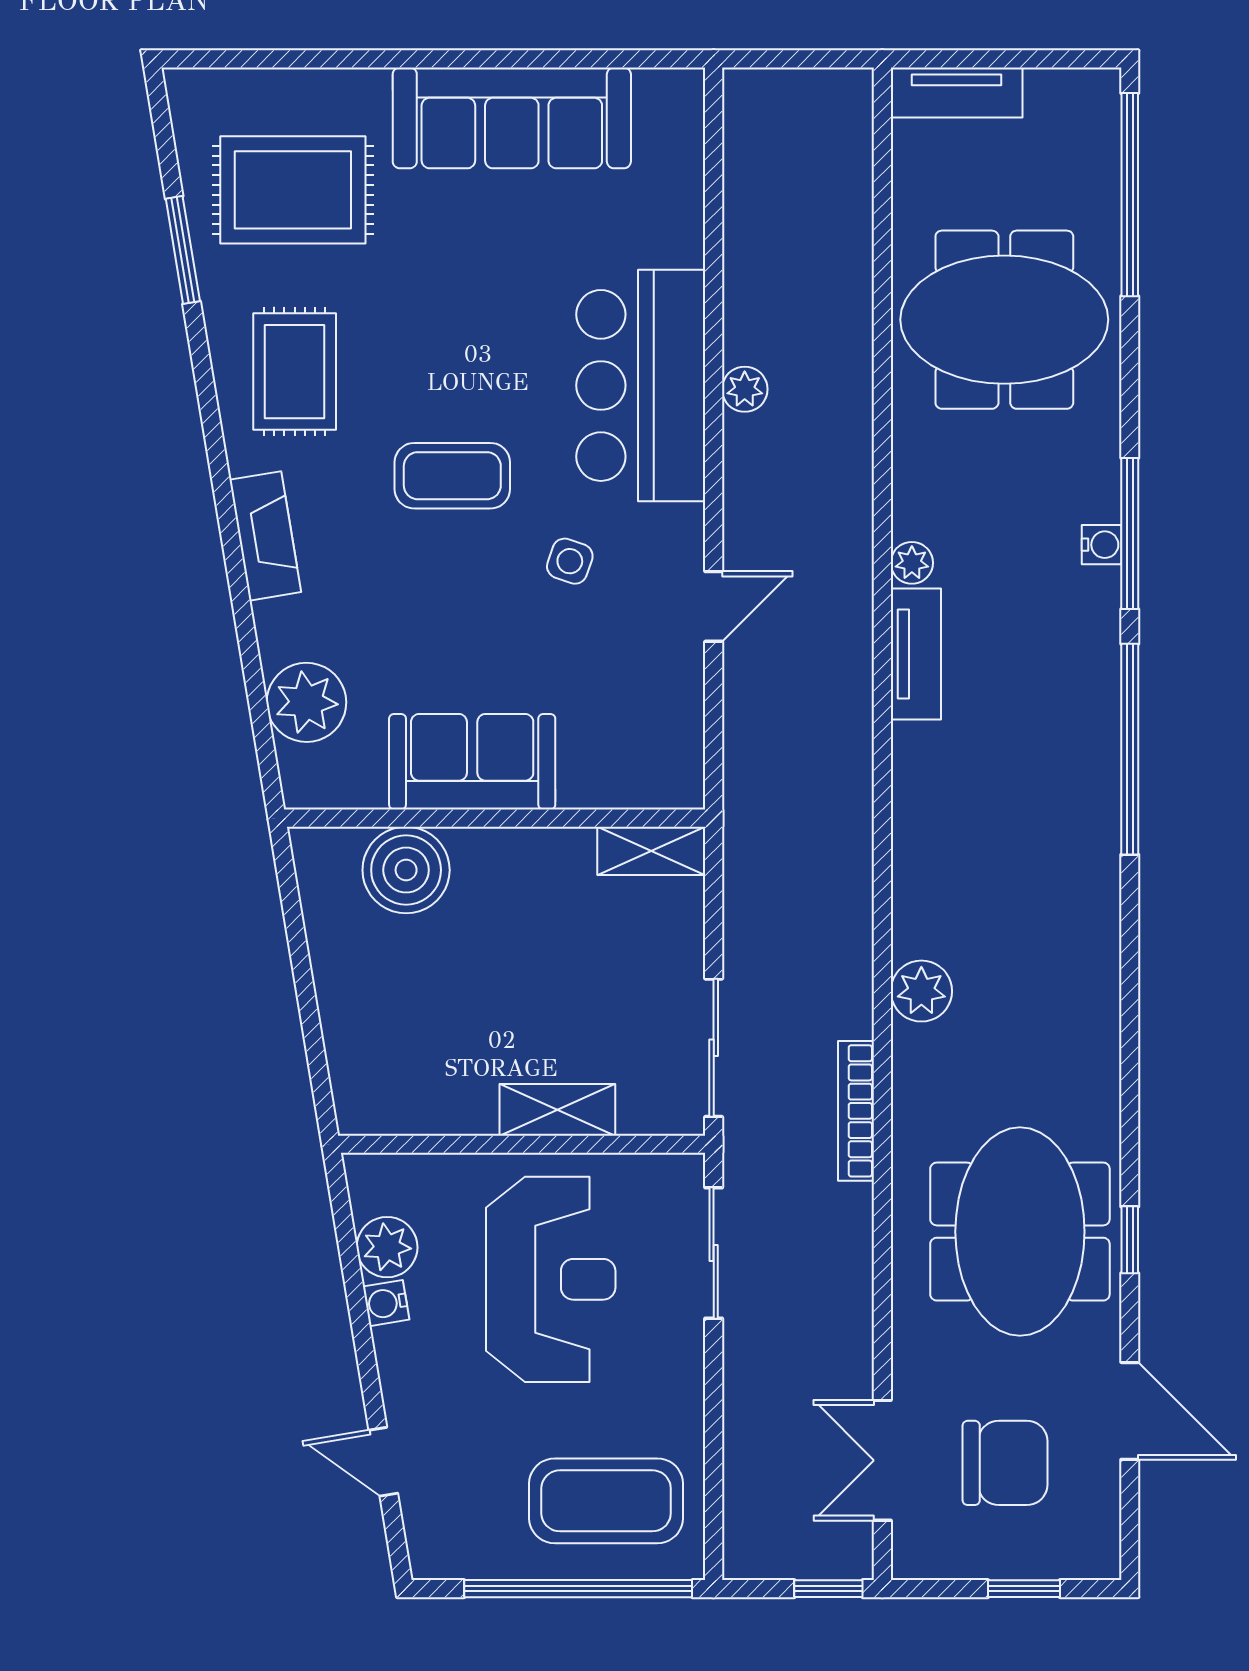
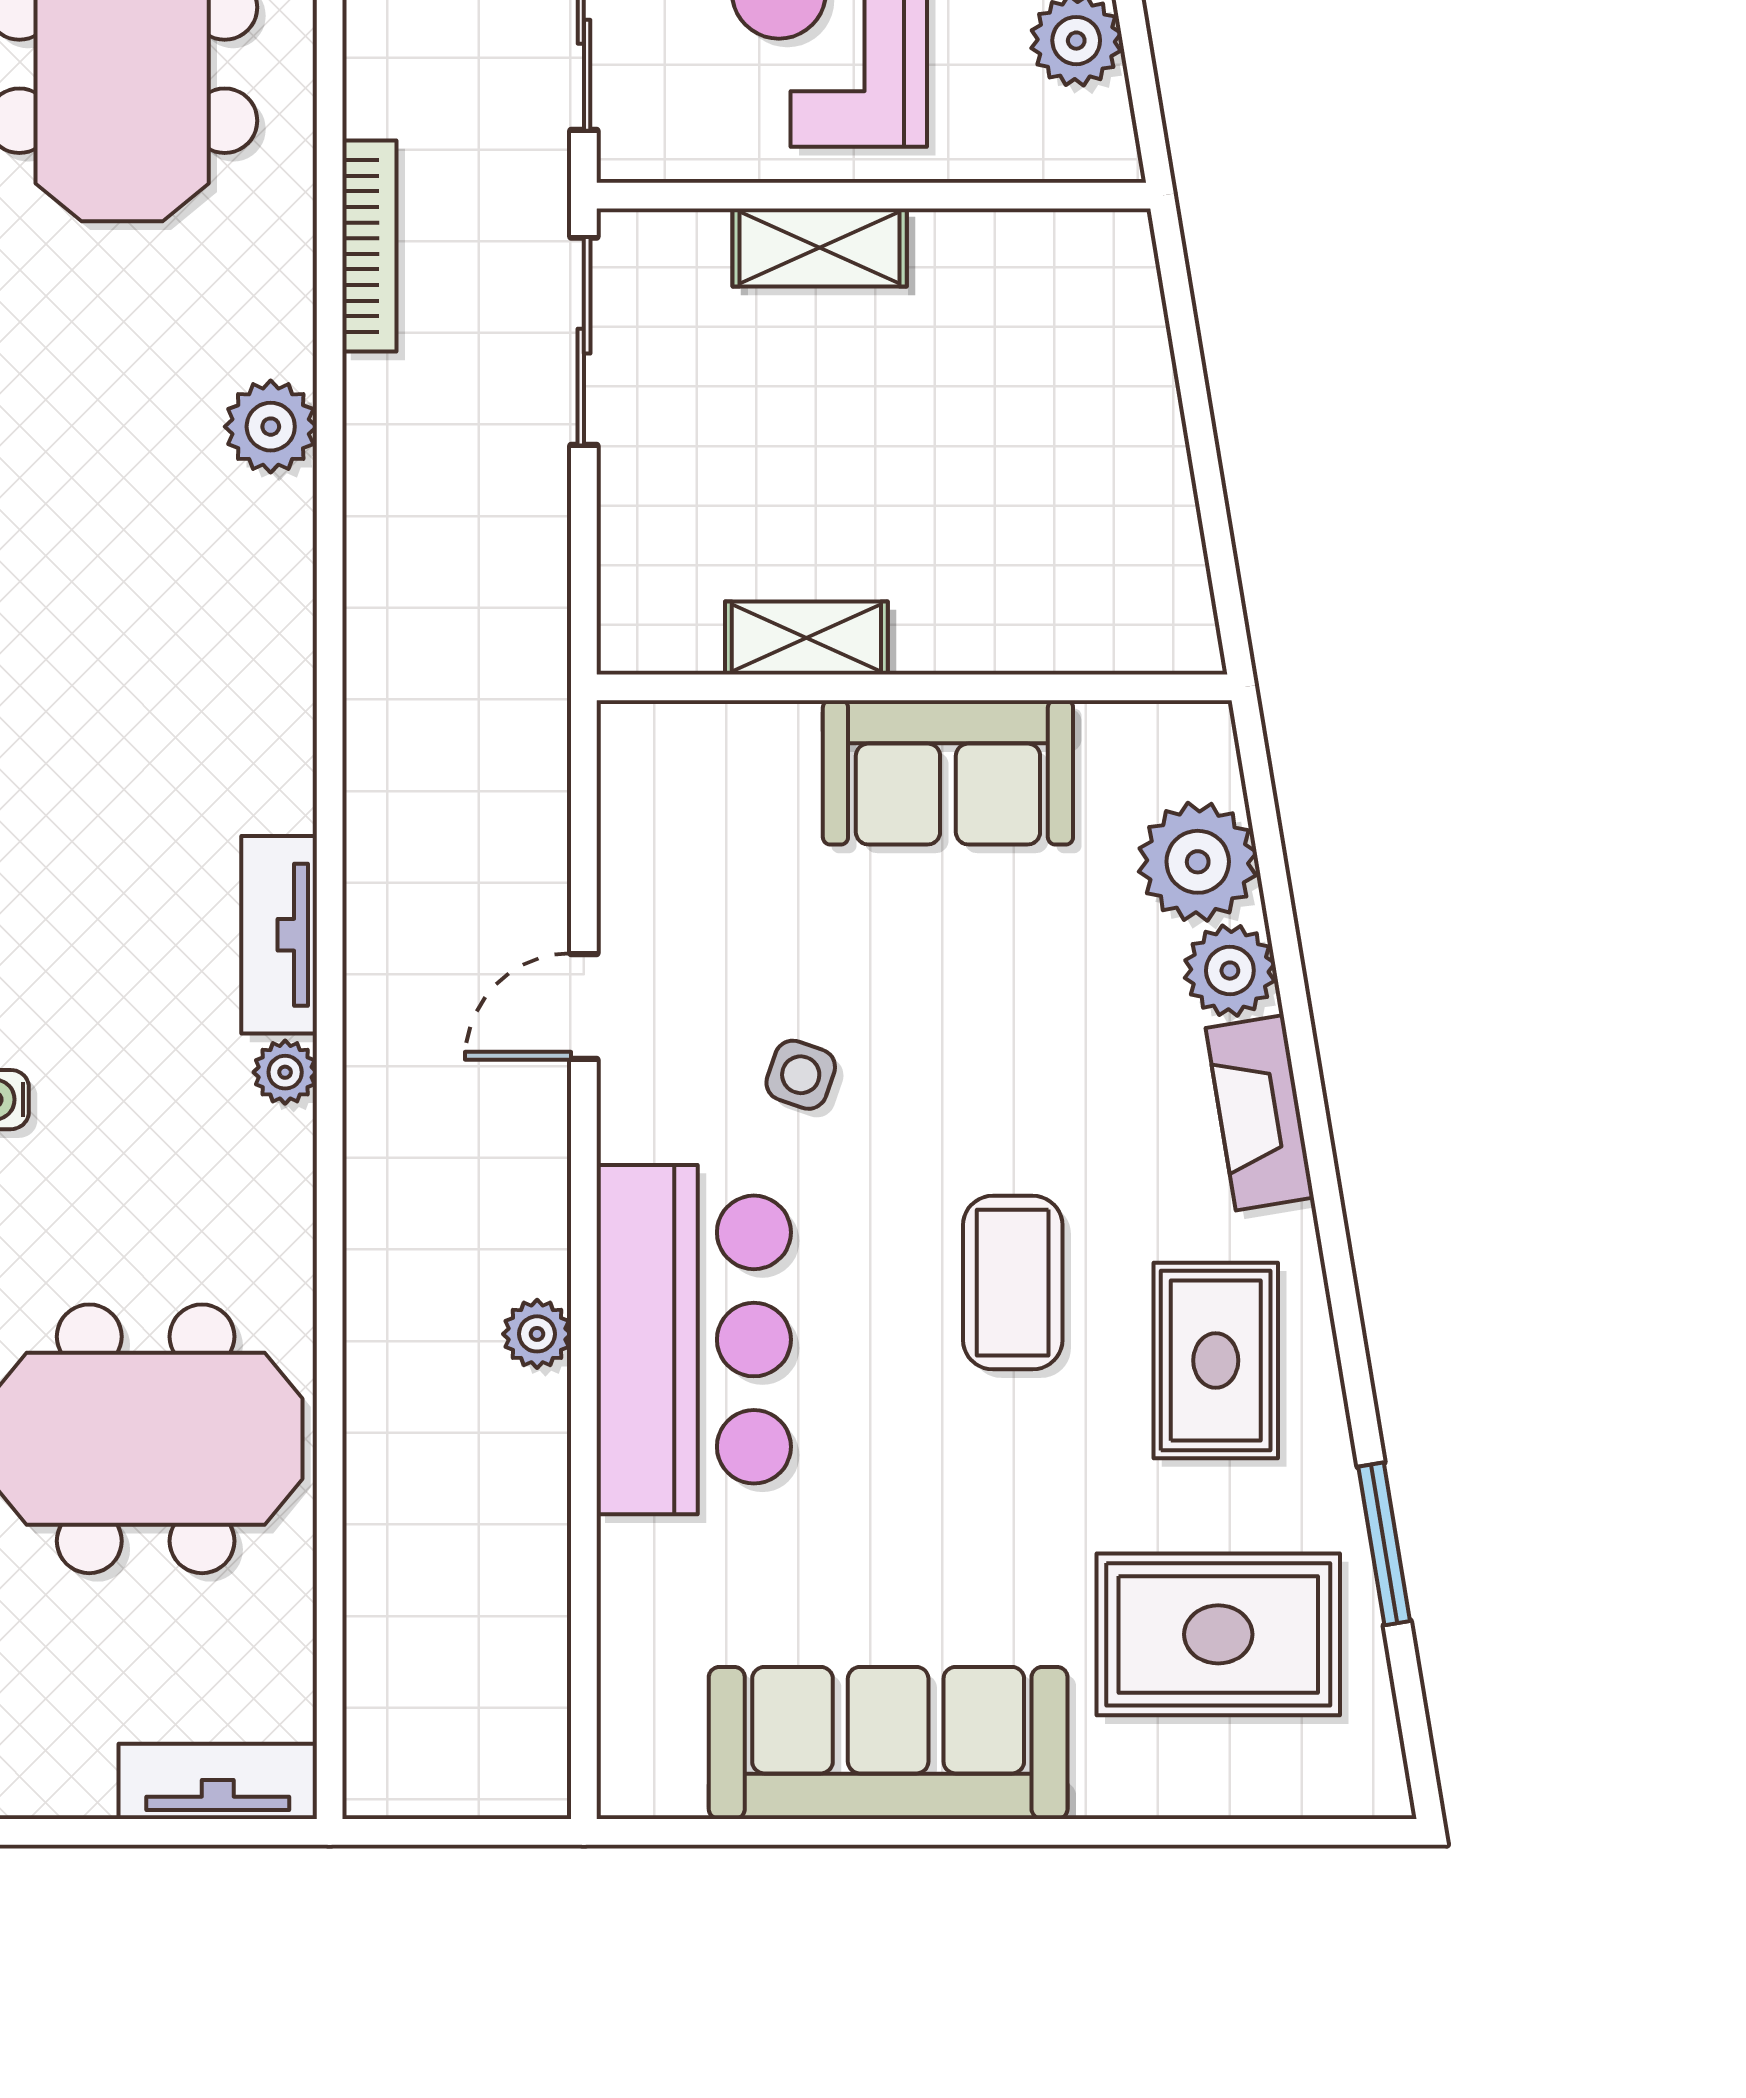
coffee table: (452, 476) -> (1013, 1283), moved, turned 90
plant: (285, 630) -> (1230, 971), added
shelving: (651, 851) -> (806, 638), moved
boiler: (406, 870) -> (1048, 609), removed

